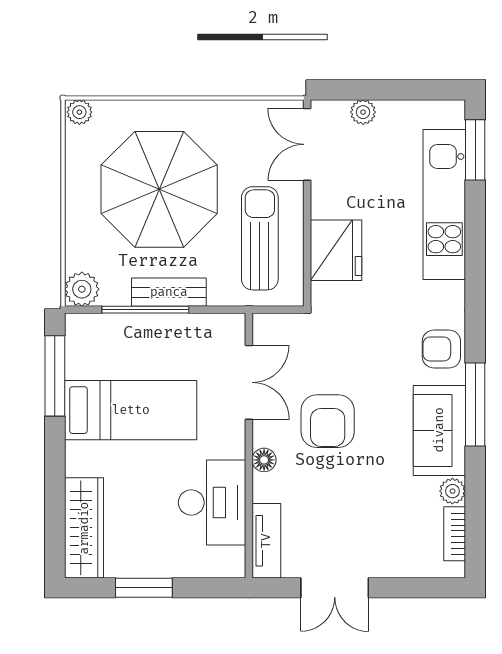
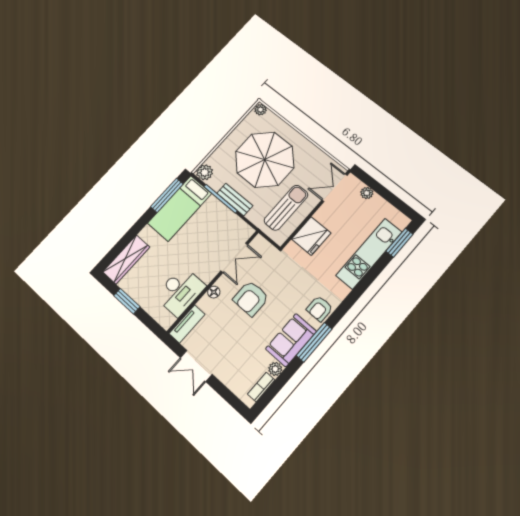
armchair: (441, 349) -> (320, 309), turned -90
bed: (131, 410) -> (180, 208), moved, turned 90

